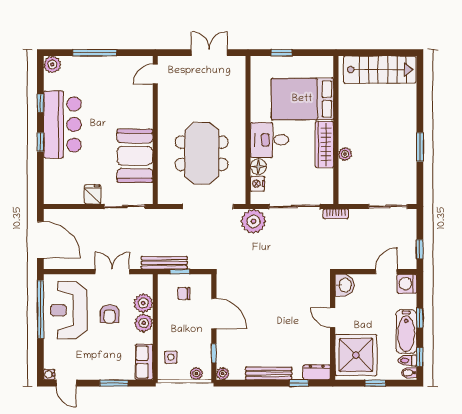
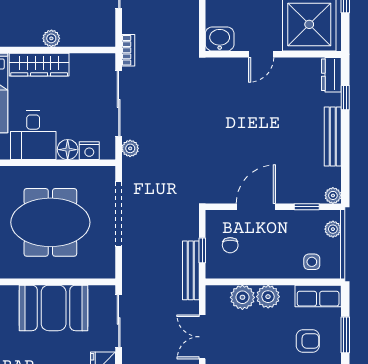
plant: (254, 221) -> (130, 148), width x0.53, depth x0.53
armchair: (110, 314) -> (308, 341), moved

